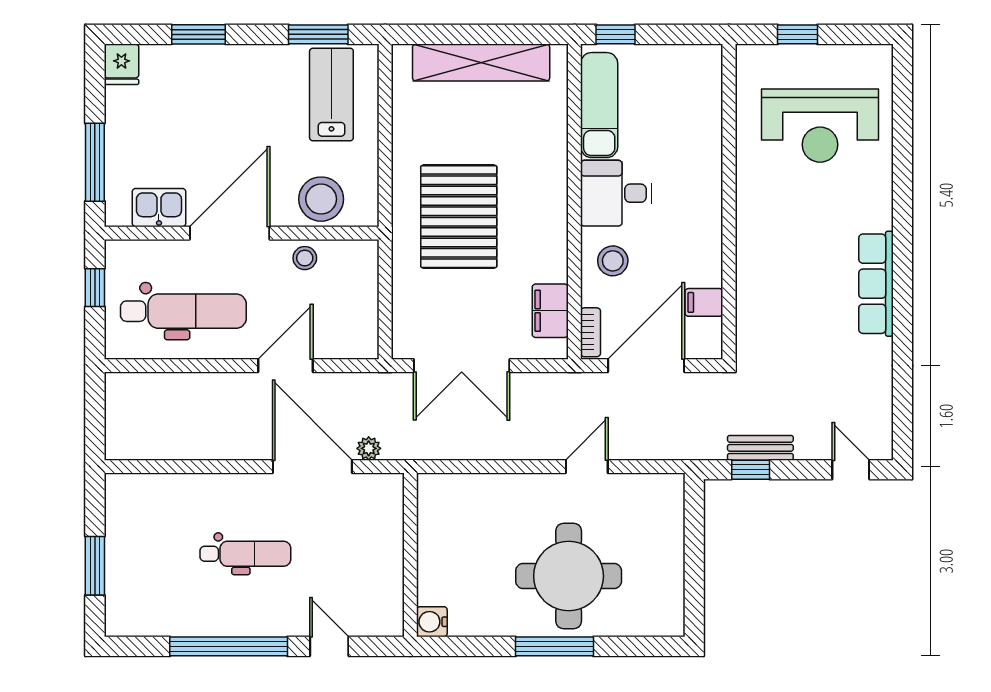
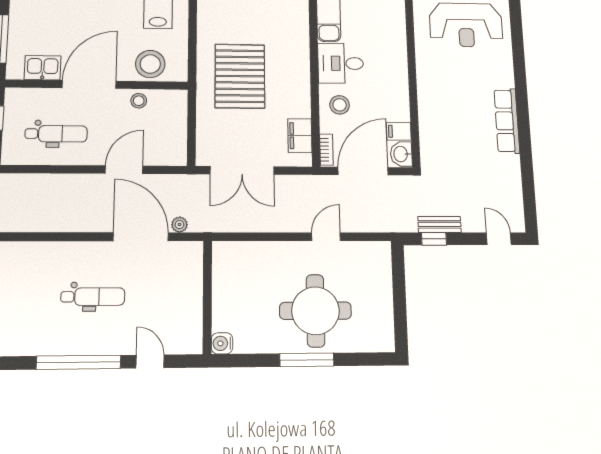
dental chair: (183, 311) -> (56, 134), width x0.73, depth x0.72
washbasin: (706, 338) -> (401, 154), added

